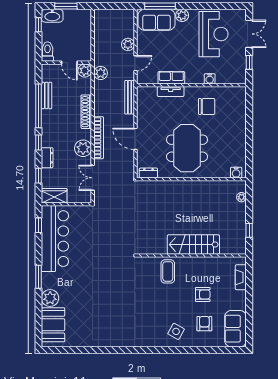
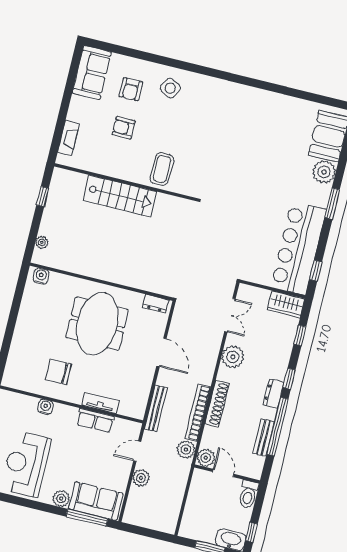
bookcase: (99, 138) -> (198, 413), moved
dresser: (47, 158) -> (274, 393), moved

